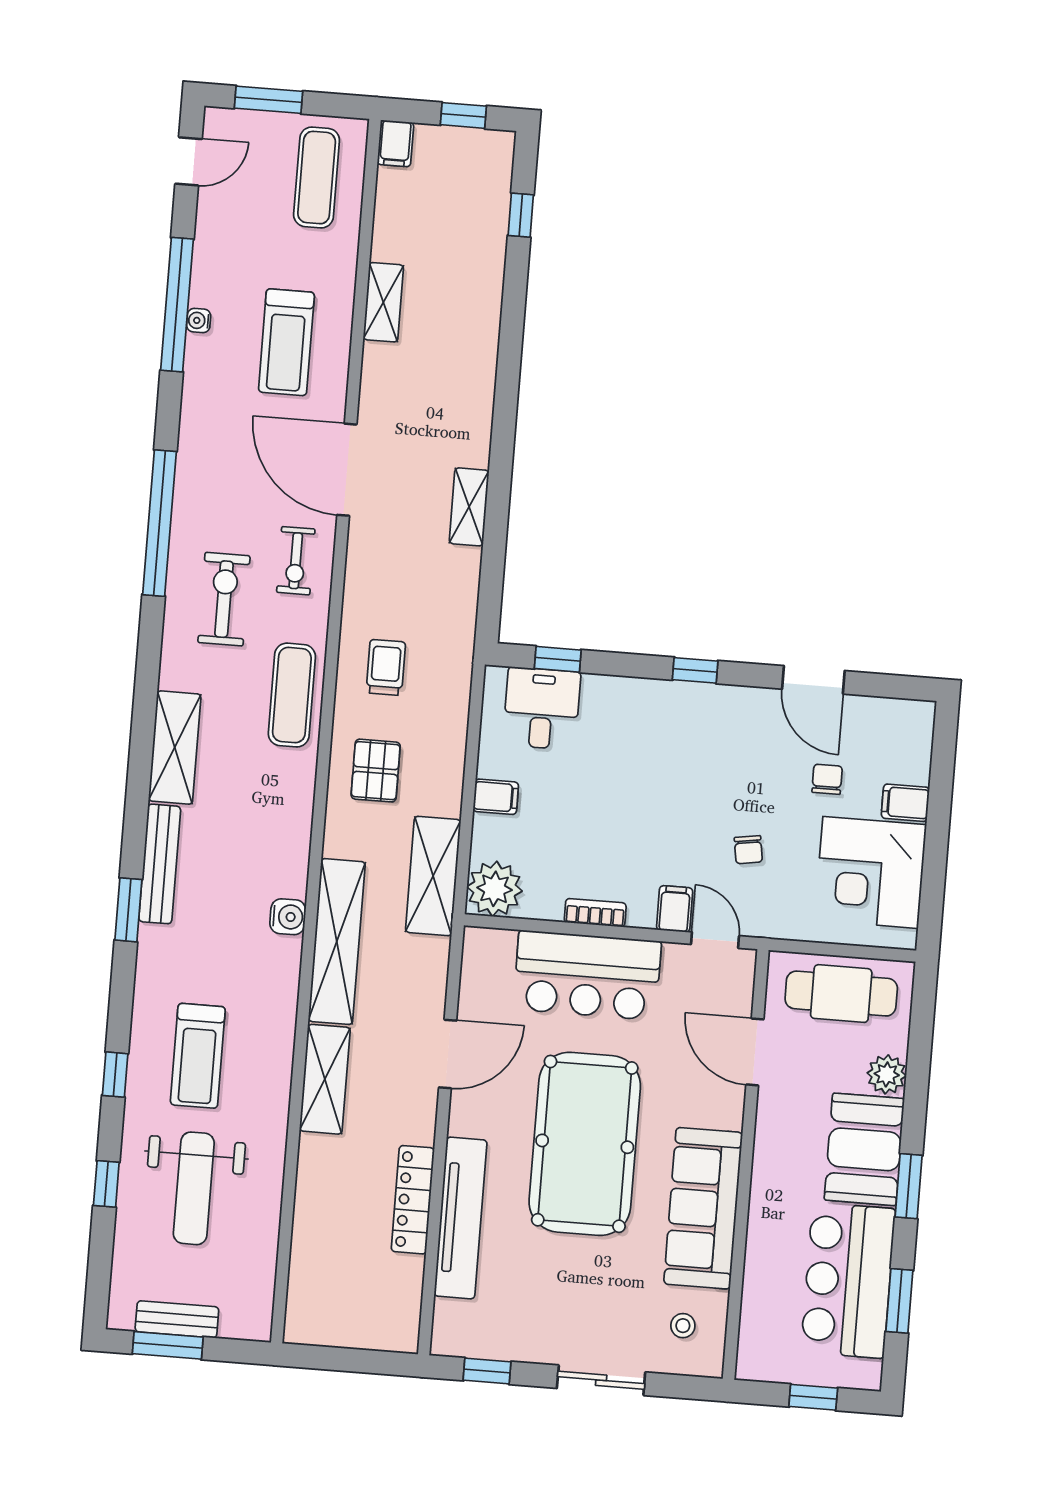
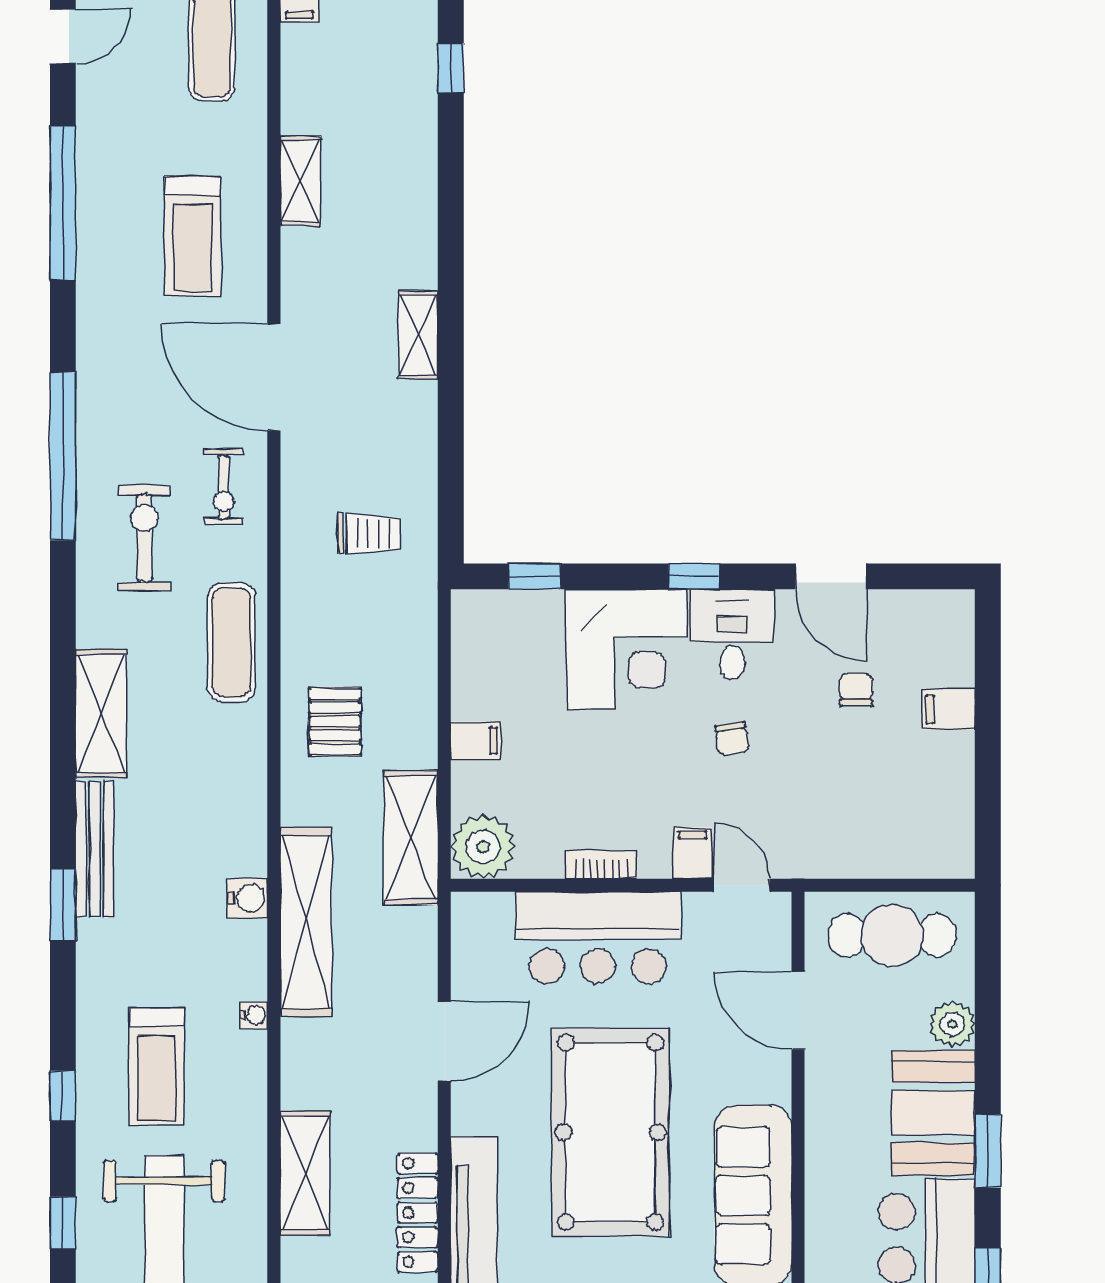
water cooler: (199, 321) -> (254, 1015), moved, turned 180
shelving: (469, 507) -> (418, 335), moved
trolley: (386, 667) -> (369, 534), moved, turned 90
desk: (542, 709) -> (732, 635), moved
chair: (748, 850) -> (732, 739), moved
corner desk: (871, 872) -> (626, 649), moved, turned -90
shelving: (325, 1079) -> (305, 1173), moved

